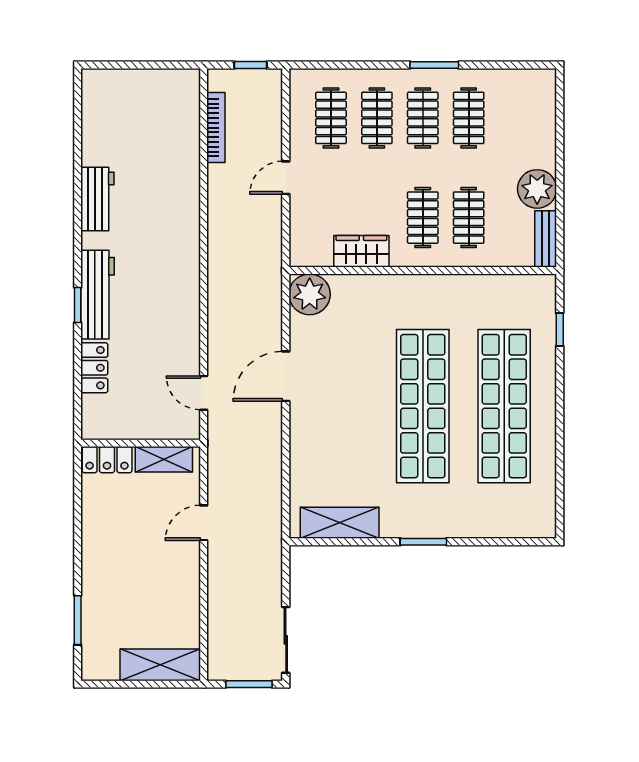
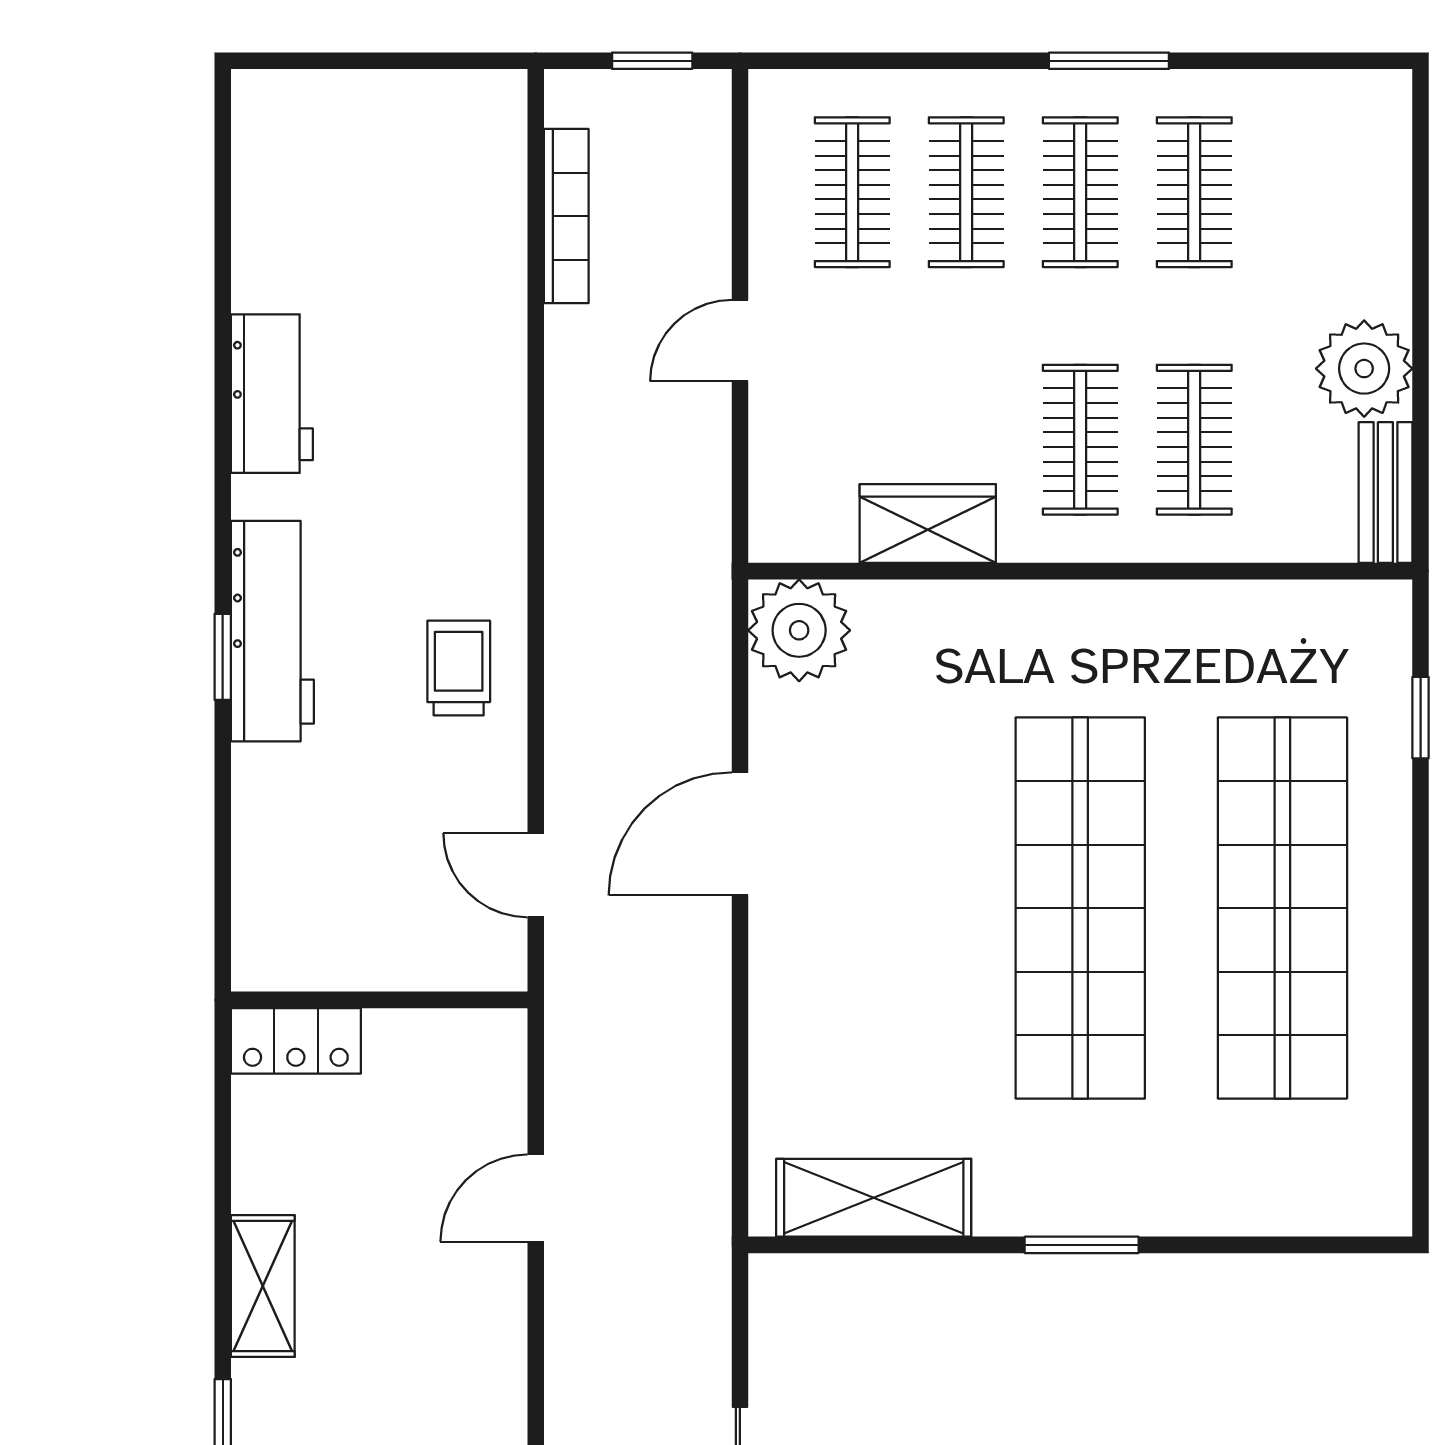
trolley: (173, 309) -> (459, 668), added
locker: (94, 368) -> (264, 813), removed
shelving: (164, 459) -> (263, 1286), moved, turned 90

